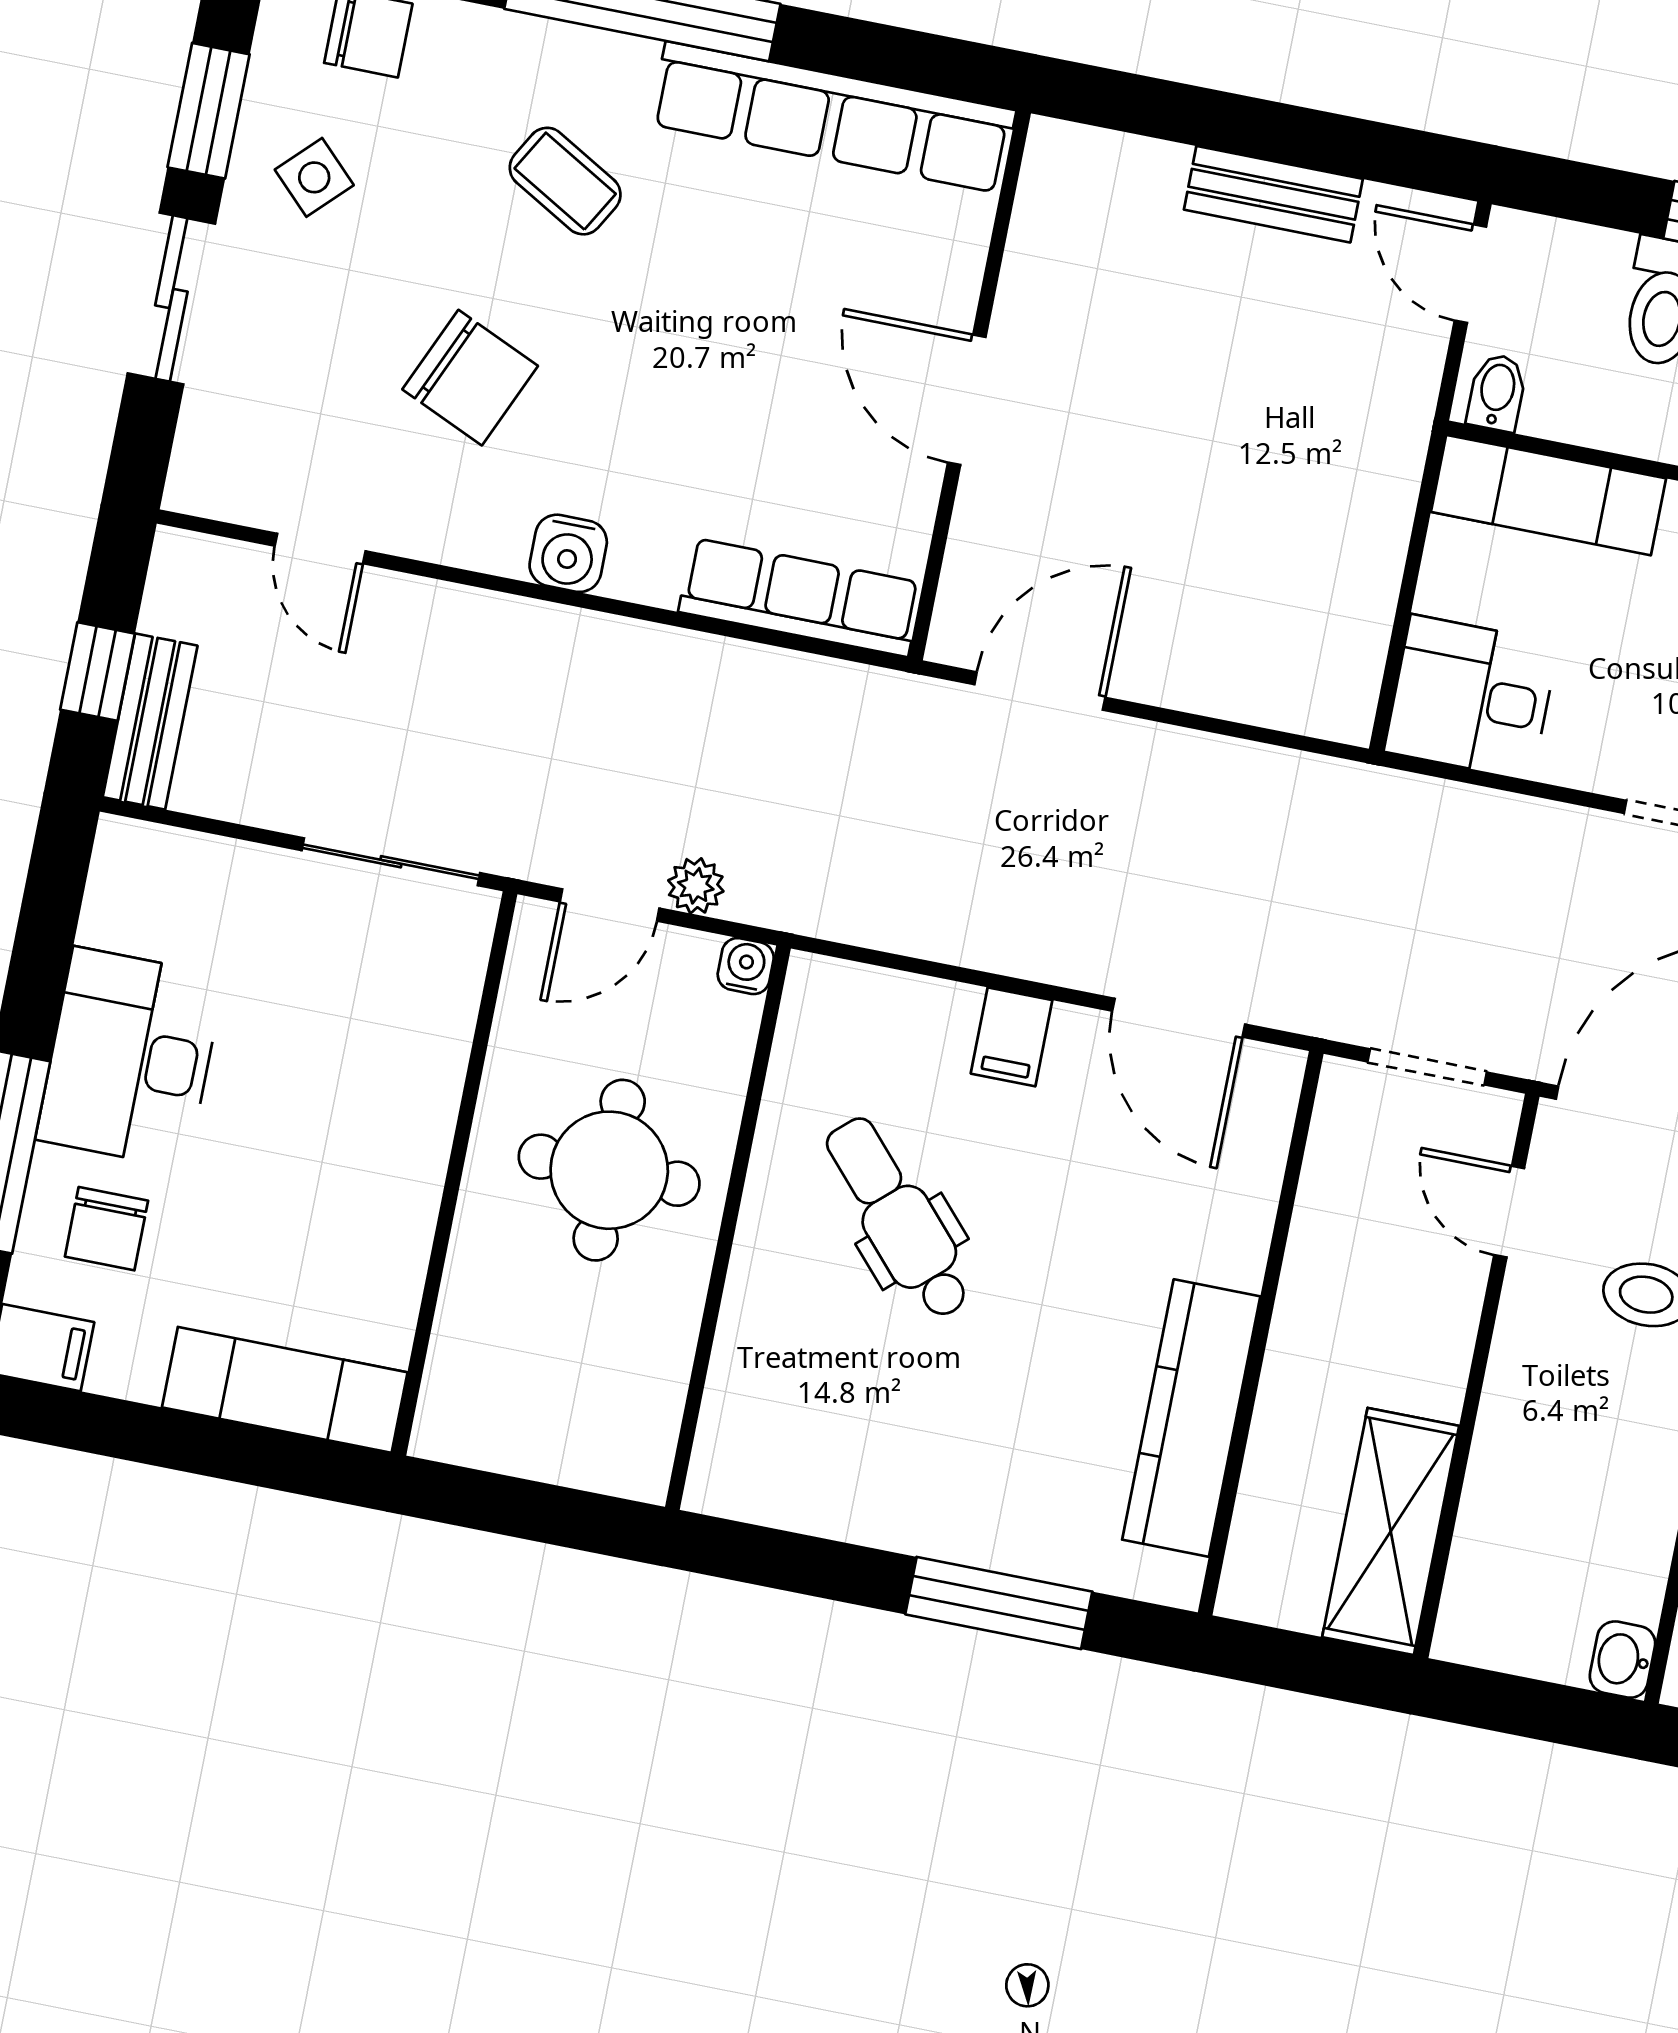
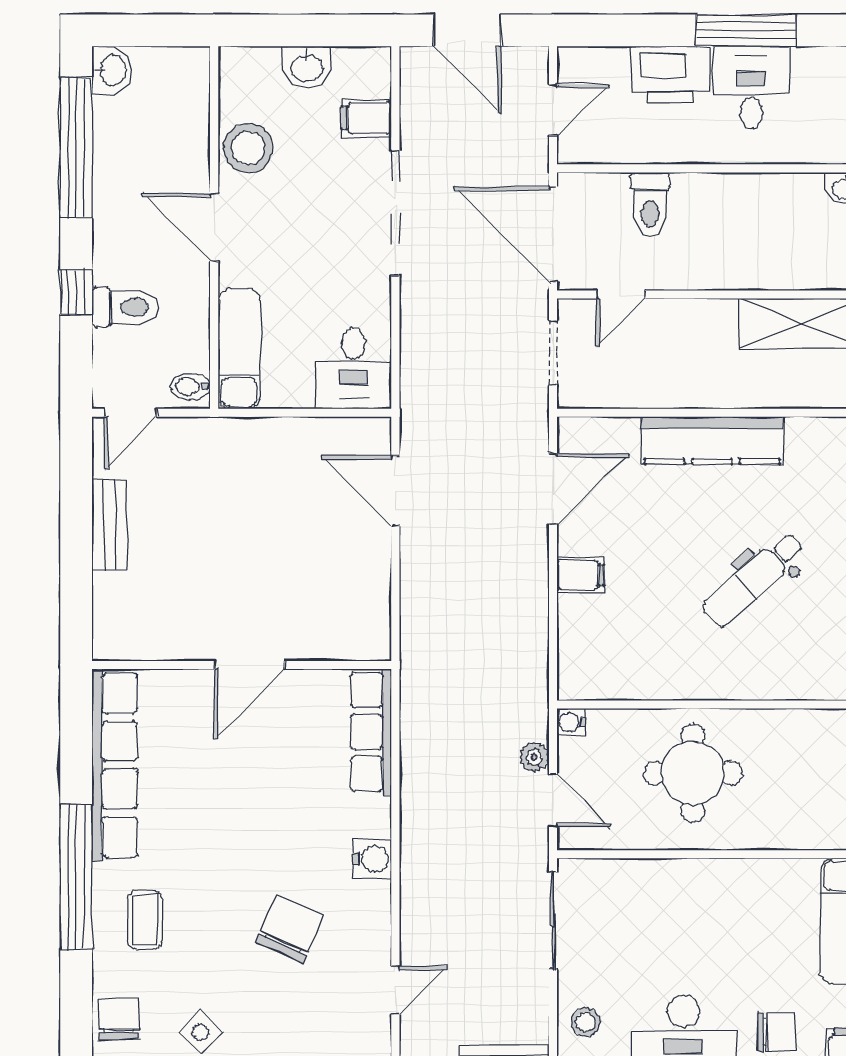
coffee table: (565, 181) -> (145, 920), moved, turned -30
door: (1040, 691) -> (395, 491), moved
stool: (193, 884) -> (586, 1022), added
dental chair: (898, 1218) -> (754, 579), moved
kitchen counter: (1191, 1418) -> (712, 440), moved

